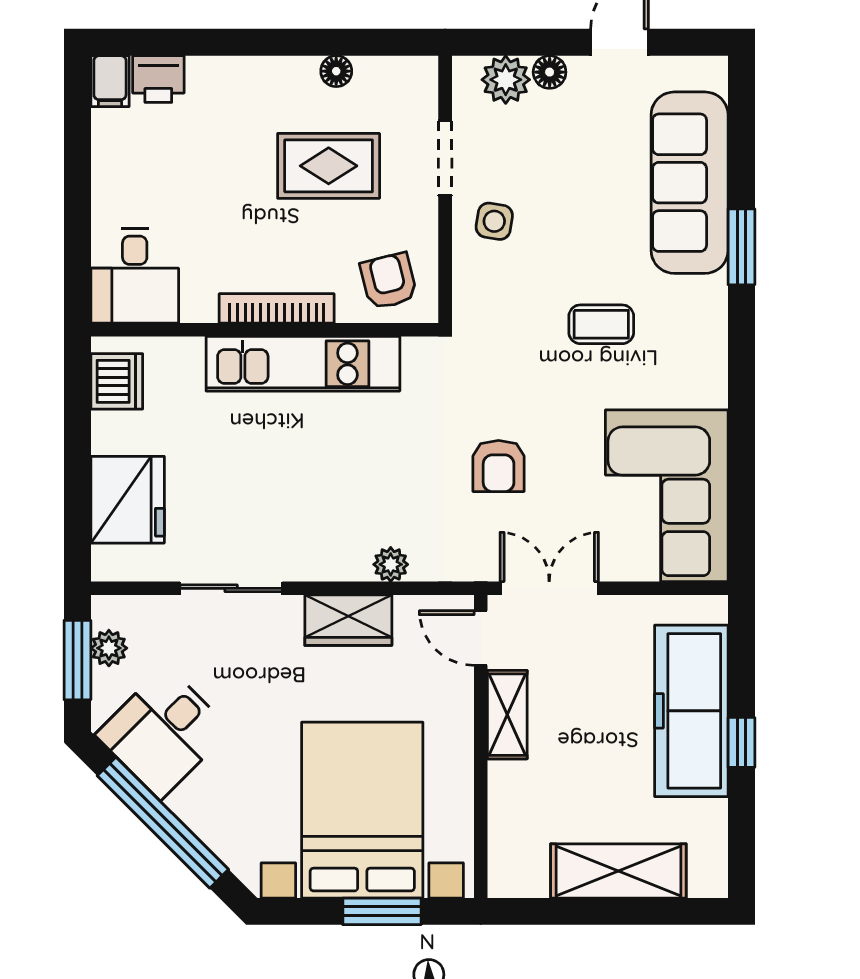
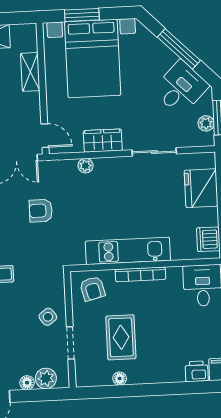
rug: (329, 166) -> (121, 337), turned 90
side table: (494, 221) -> (48, 317), turned 45
armchair: (499, 466) -> (41, 211), turned -90
shelving: (507, 715) -> (30, 72), moved
window: (163, 823) -> (179, 49), width x0.68

